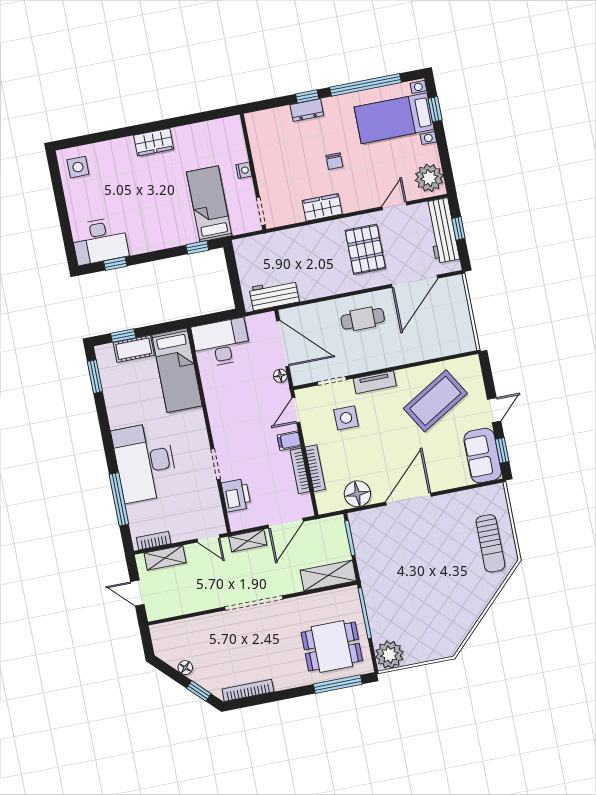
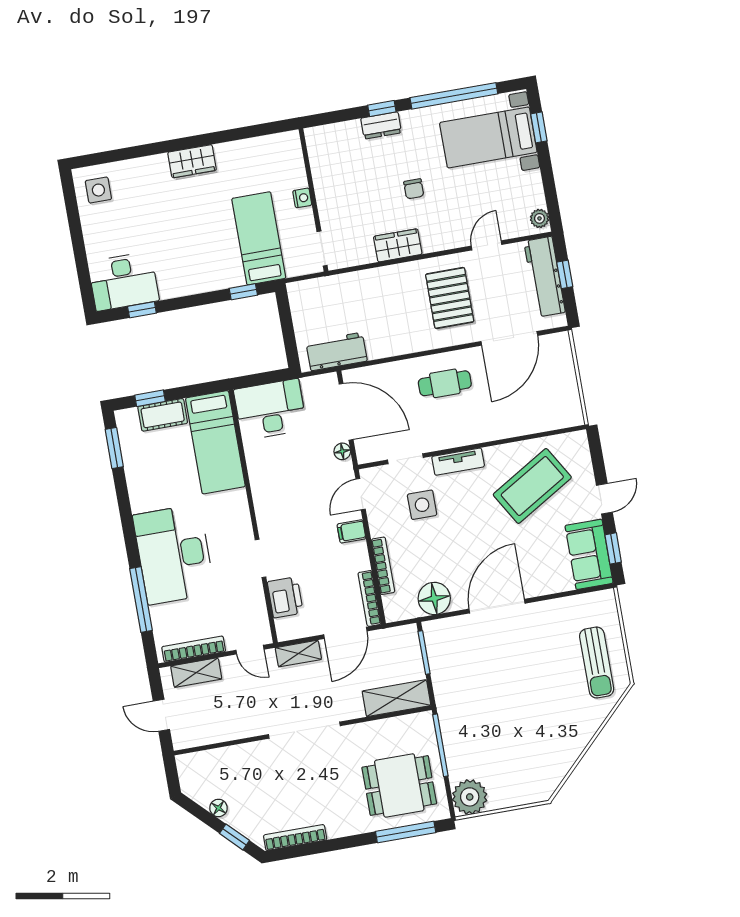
plant: (429, 178) -> (539, 218), width x0.53, depth x0.53
bookcase: (300, 471) -> (369, 598), moved
bookcase: (154, 541) -> (194, 649), width x1.56

